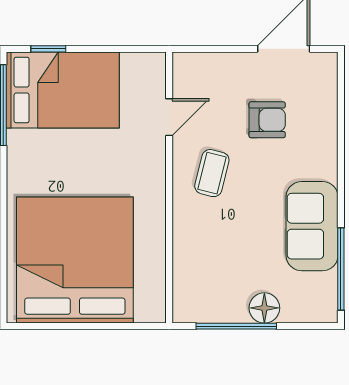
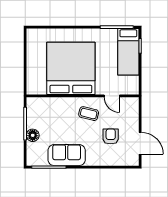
bed: (63, 90) -> (128, 52), width x0.67
armchair: (267, 120) -> (111, 136), turned 180
bed: (75, 260) -> (71, 68), moved, turned -90

